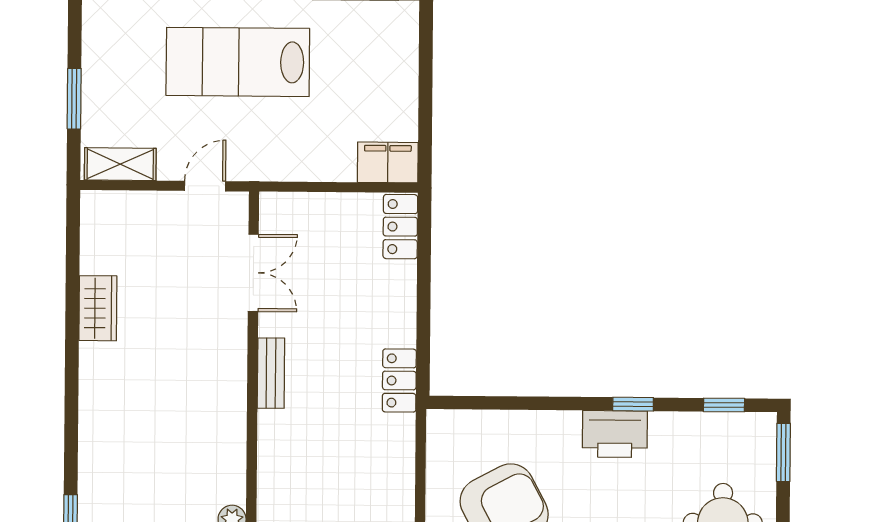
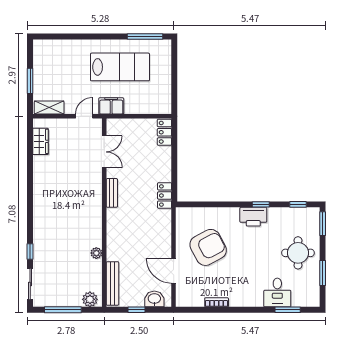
lab bench: (238, 62) -> (120, 67), moved, turned 180
filing cabinet: (388, 162) -> (111, 106), moved
wardrobe: (98, 308) -> (40, 141), moved

